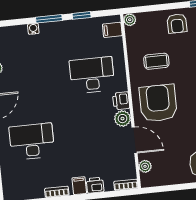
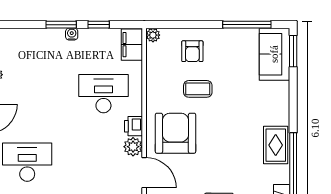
armchair: (177, 24) -> (192, 51), moved
water cooler: (33, 29) -> (72, 34), moved
filing cabinet: (112, 30) -> (132, 45), width x2.00
coffee table: (156, 61) -> (198, 89), moved

